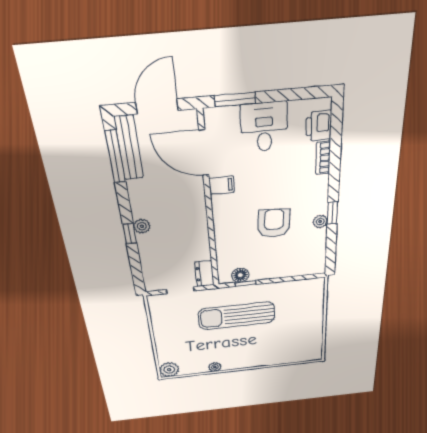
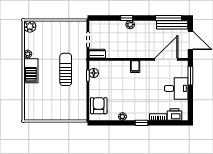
filing cabinet: (222, 185) -> (135, 67), moved
window: (333, 213) -> (142, 123), moved
armchair: (274, 223) -> (99, 106), moved, turned -93
sun lounger: (237, 316) -> (66, 69), width x0.73, depth x0.75
barbecue: (242, 360) -> (31, 71), added

